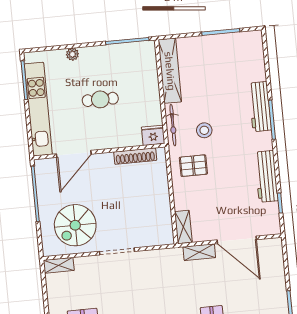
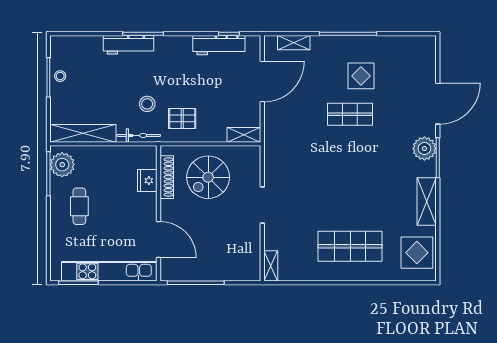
stool: (223, 43) -> (60, 76), added
plant: (72, 54) -> (62, 165), moved, width x1.88, depth x1.88
cafe table: (100, 99) -> (79, 206), moved
fridge: (153, 135) -> (147, 181), moved
pallet: (193, 166) -> (182, 118), turned 90
workbench: (266, 176) -> (219, 45), moved
spiral stairs: (75, 225) -> (208, 177), moved, turned 90
shelving: (199, 252) -> (294, 43), moved, turned 90

